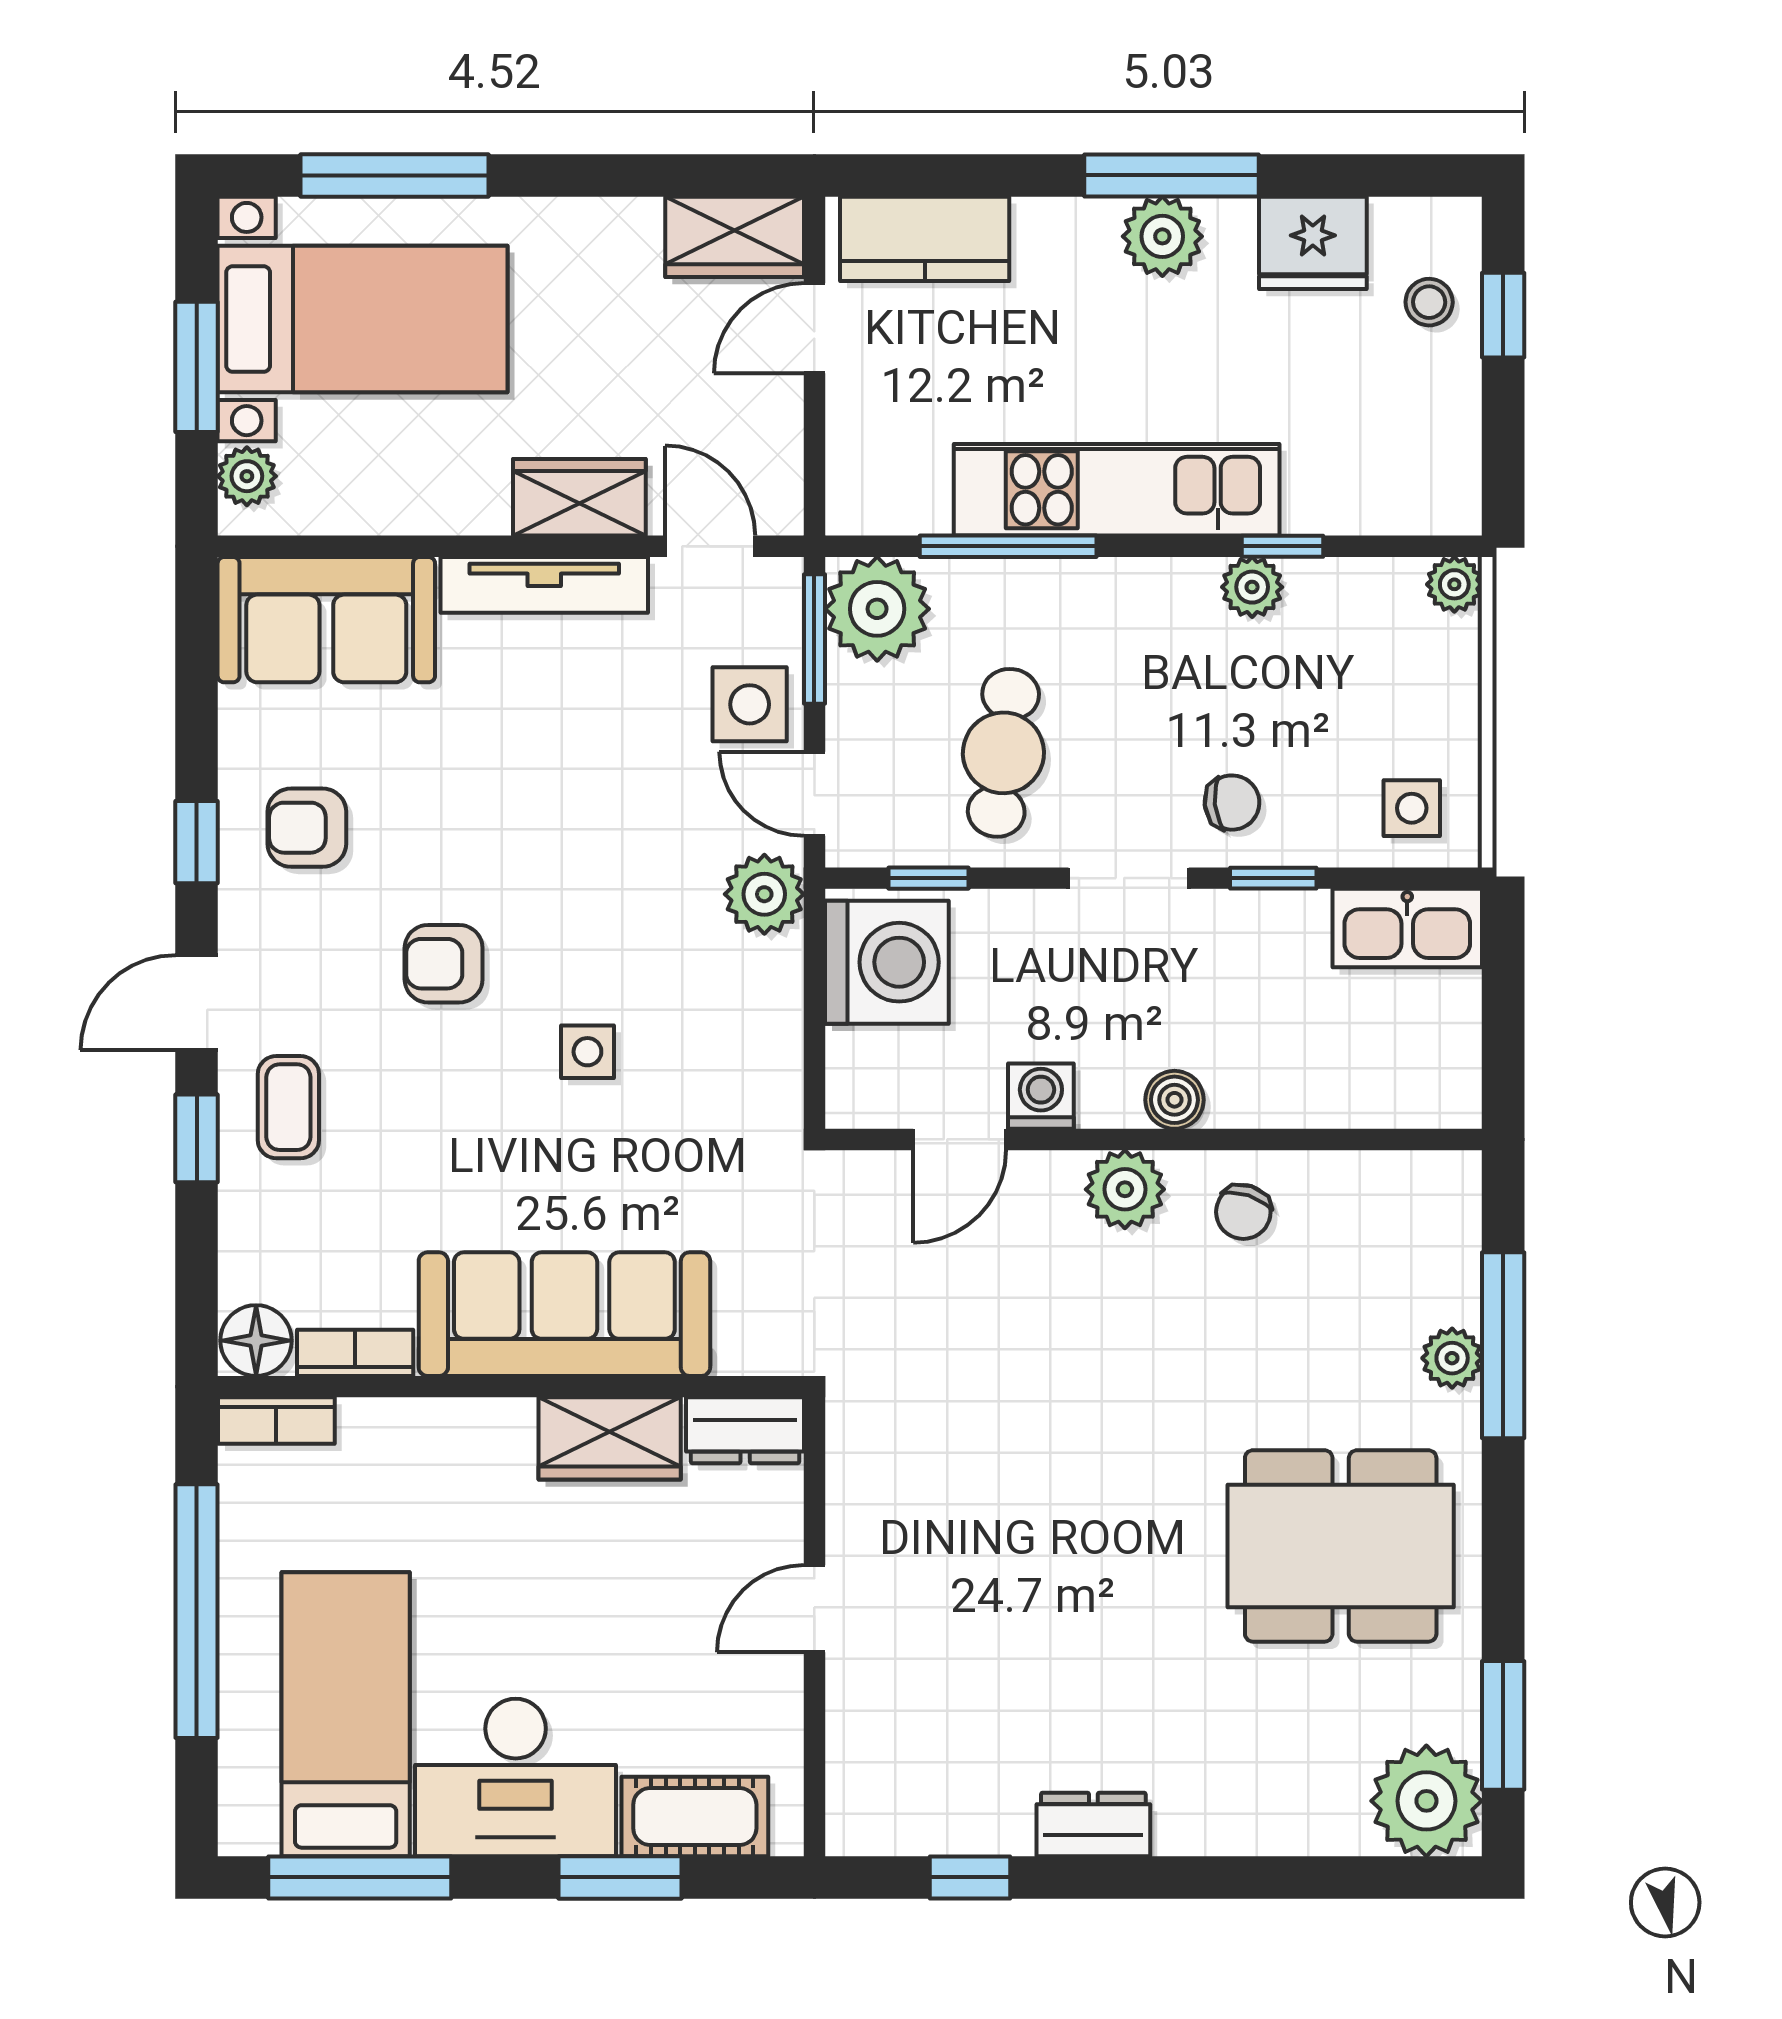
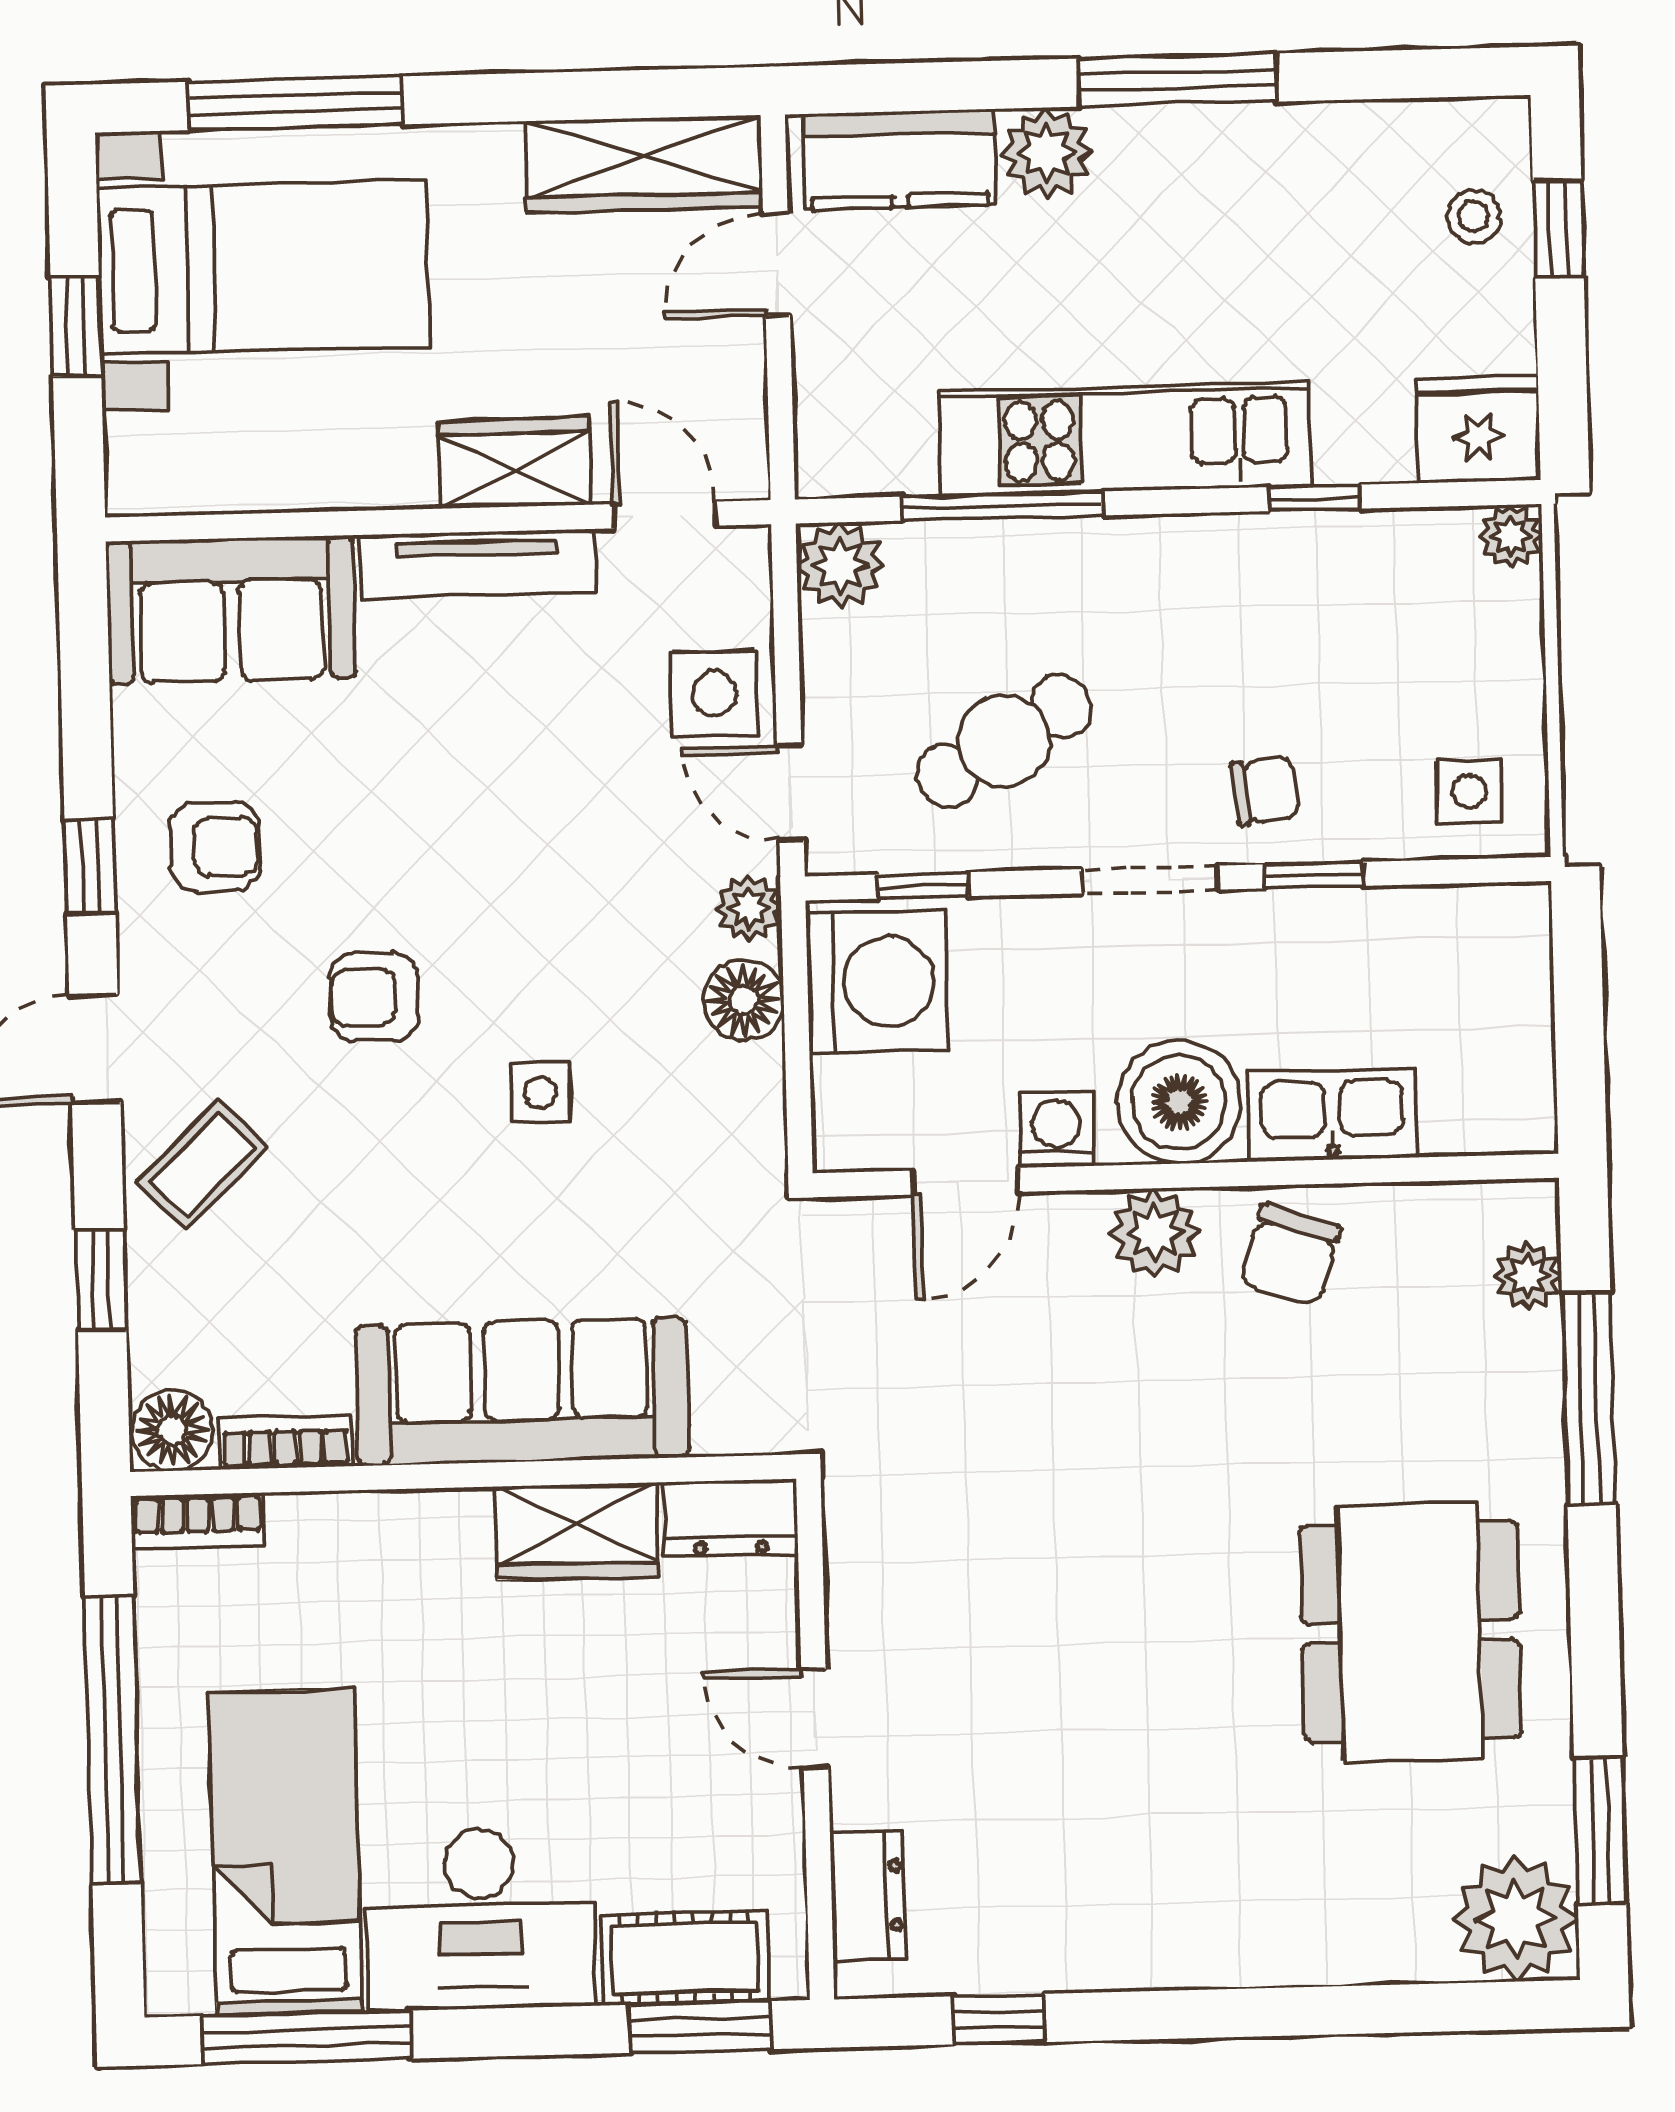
plant: (1162, 236) -> (1047, 153), moved
wardrobe: (735, 237) -> (644, 164), width x1.50
fridge: (1313, 243) -> (1478, 429), moved, turned 180
window: (197, 367) -> (76, 326), width x0.67
plant: (247, 476) -> (136, 449), removed
plant: (1252, 587) -> (1281, 545), removed
plant: (877, 609) -> (840, 566), width x0.73, depth x0.73
window: (814, 639) -> (786, 617), removed
cafe table: (1003, 753) -> (1004, 741), turned 53
armchair: (307, 828) -> (215, 847), turned 180
plant: (764, 894) -> (749, 908), width x0.73, depth x0.73
kitchen sink: (1407, 928) -> (1332, 1115), moved, turned 180
floor lamp: (769, 975) -> (744, 1000), added
boiler: (1174, 1100) -> (1179, 1102), width x1.86, depth x1.86
coffee table: (288, 1107) -> (202, 1164), turned 46
window: (197, 1138) -> (101, 1279), moved
chair: (1243, 1212) -> (1290, 1255), width x1.37, depth x1.37
plant: (1452, 1358) -> (1528, 1276), moved
dining table: (1341, 1546) -> (1410, 1632), turned 90
door: (814, 1609) -> (815, 1719), hinge flipped
dresser: (1093, 1824) -> (868, 1896), moved, turned 90
window: (620, 1877) -> (700, 2027), moved

